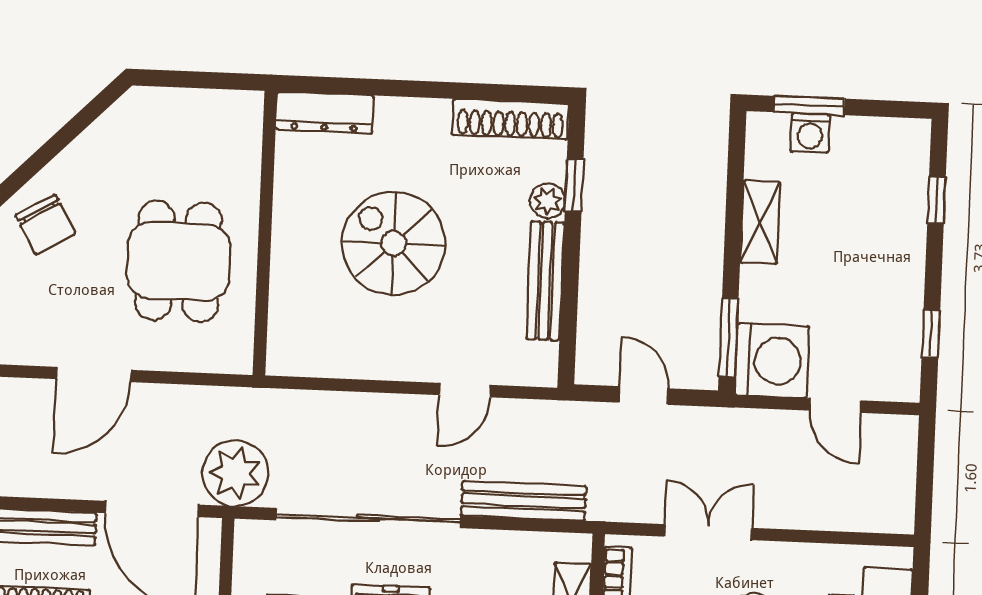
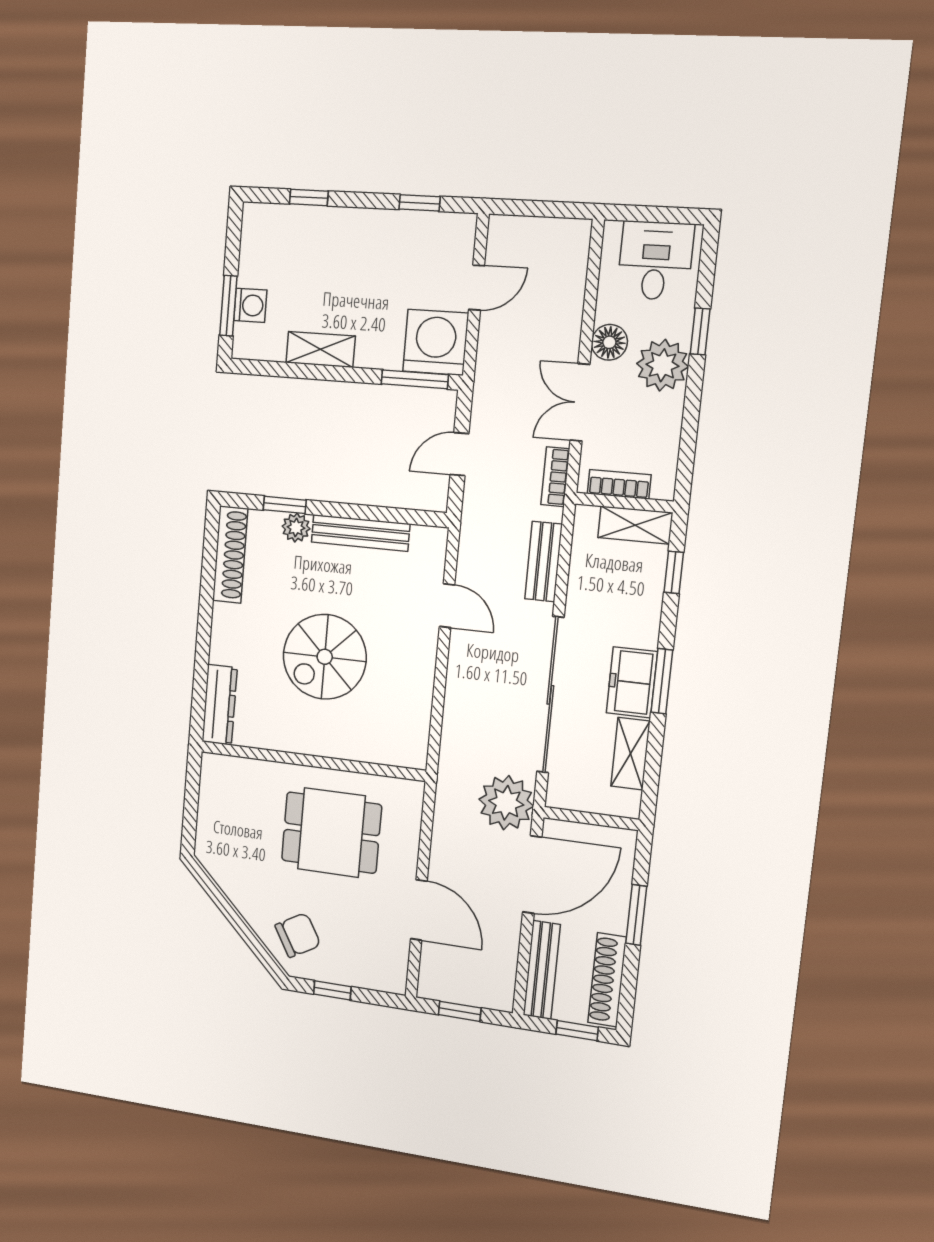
bench: (524, 501) -> (543, 562), width x0.73
bookcase: (622, 509) -> (555, 477), added
floor lamp: (777, 561) -> (609, 342), added

